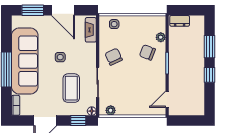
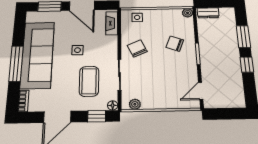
plant: (161, 37) -> (188, 13), moved

